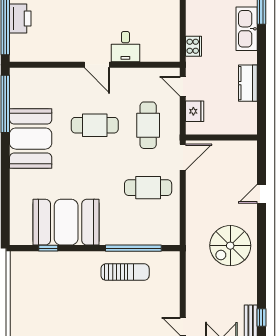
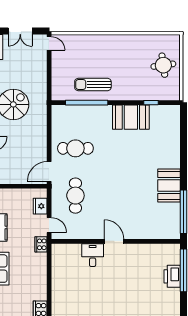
cooker: (194, 46) -> (41, 244), moved
cafe table: (95, 125) -> (116, 196), removed
booth: (31, 139) -> (169, 186), width x0.73, depth x0.70
booth: (66, 222) -> (131, 117), width x0.73, depth x0.70
round table: (32, 298) -> (163, 65), added

